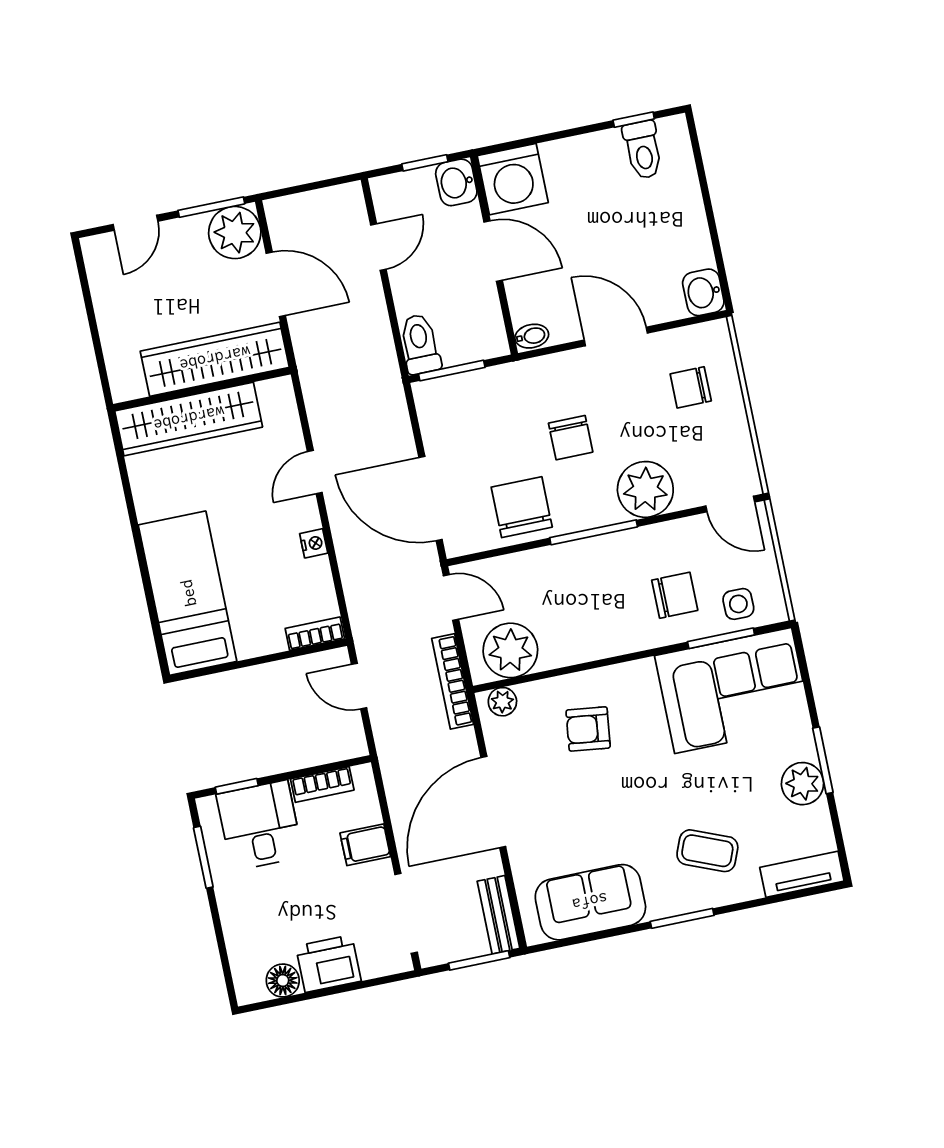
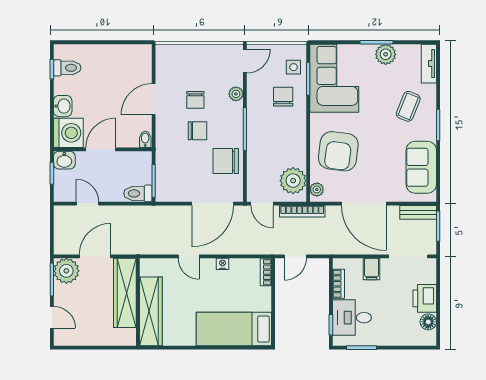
washbasin: (703, 292) -> (63, 106), moved, turned -90
chair: (691, 387) -> (195, 100), moved
plant: (645, 489) -> (236, 94), width x0.53, depth x0.53
door: (451, 597) -> (262, 204), swing flipped
armchair: (588, 729) -> (338, 151), width x1.88, depth x1.88

